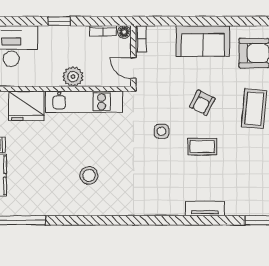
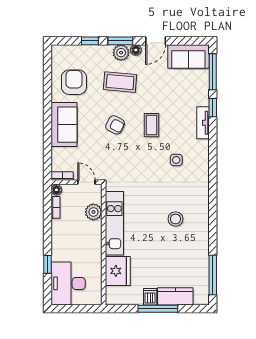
window: (59, 21) -> (47, 264), moved
door: (133, 68) -> (86, 182), swing flipped
plant: (73, 77) -> (93, 212), moved
side table: (162, 131) -> (176, 160), moved
window: (223, 220) -> (213, 108), added

